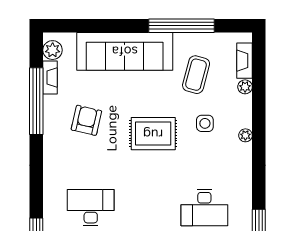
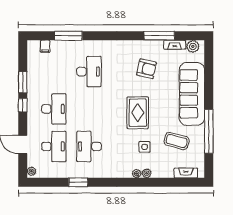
plant: (245, 87) -> (147, 173), moved
window: (36, 101) -> (159, 36), width x0.68

